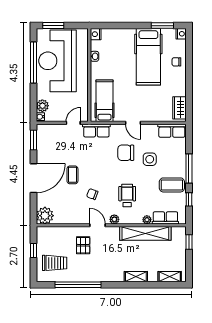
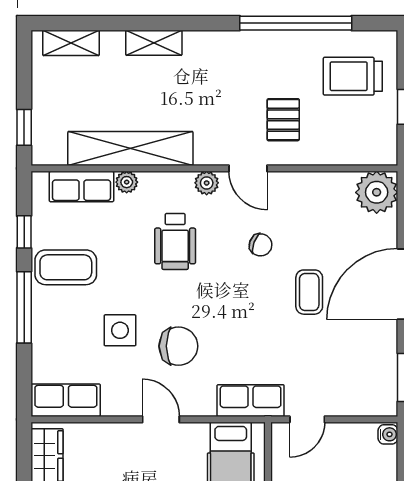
plant: (42, 106) -> (383, 461), removed

